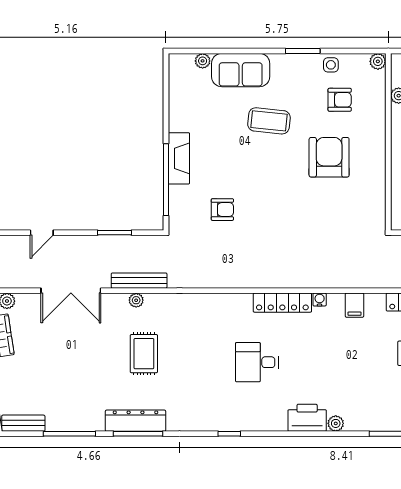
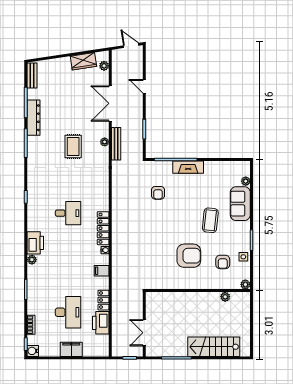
rug: (144, 354) -> (73, 147), turned 90
desk: (257, 362) -> (68, 213), turned 90
dresser: (136, 421) -> (33, 118), moved

